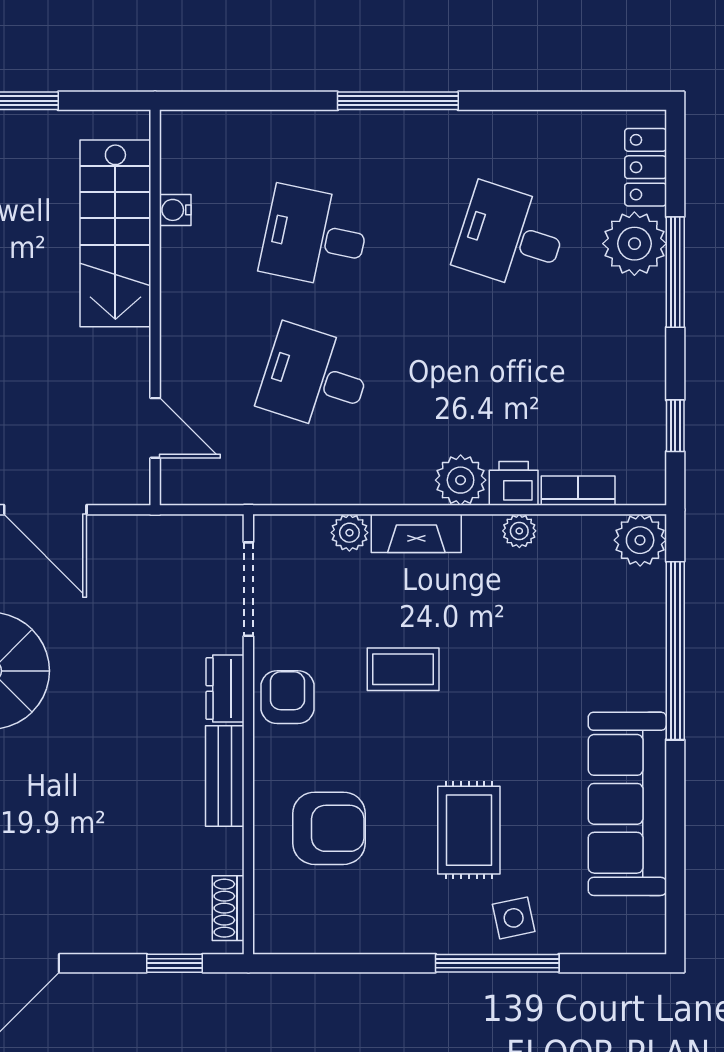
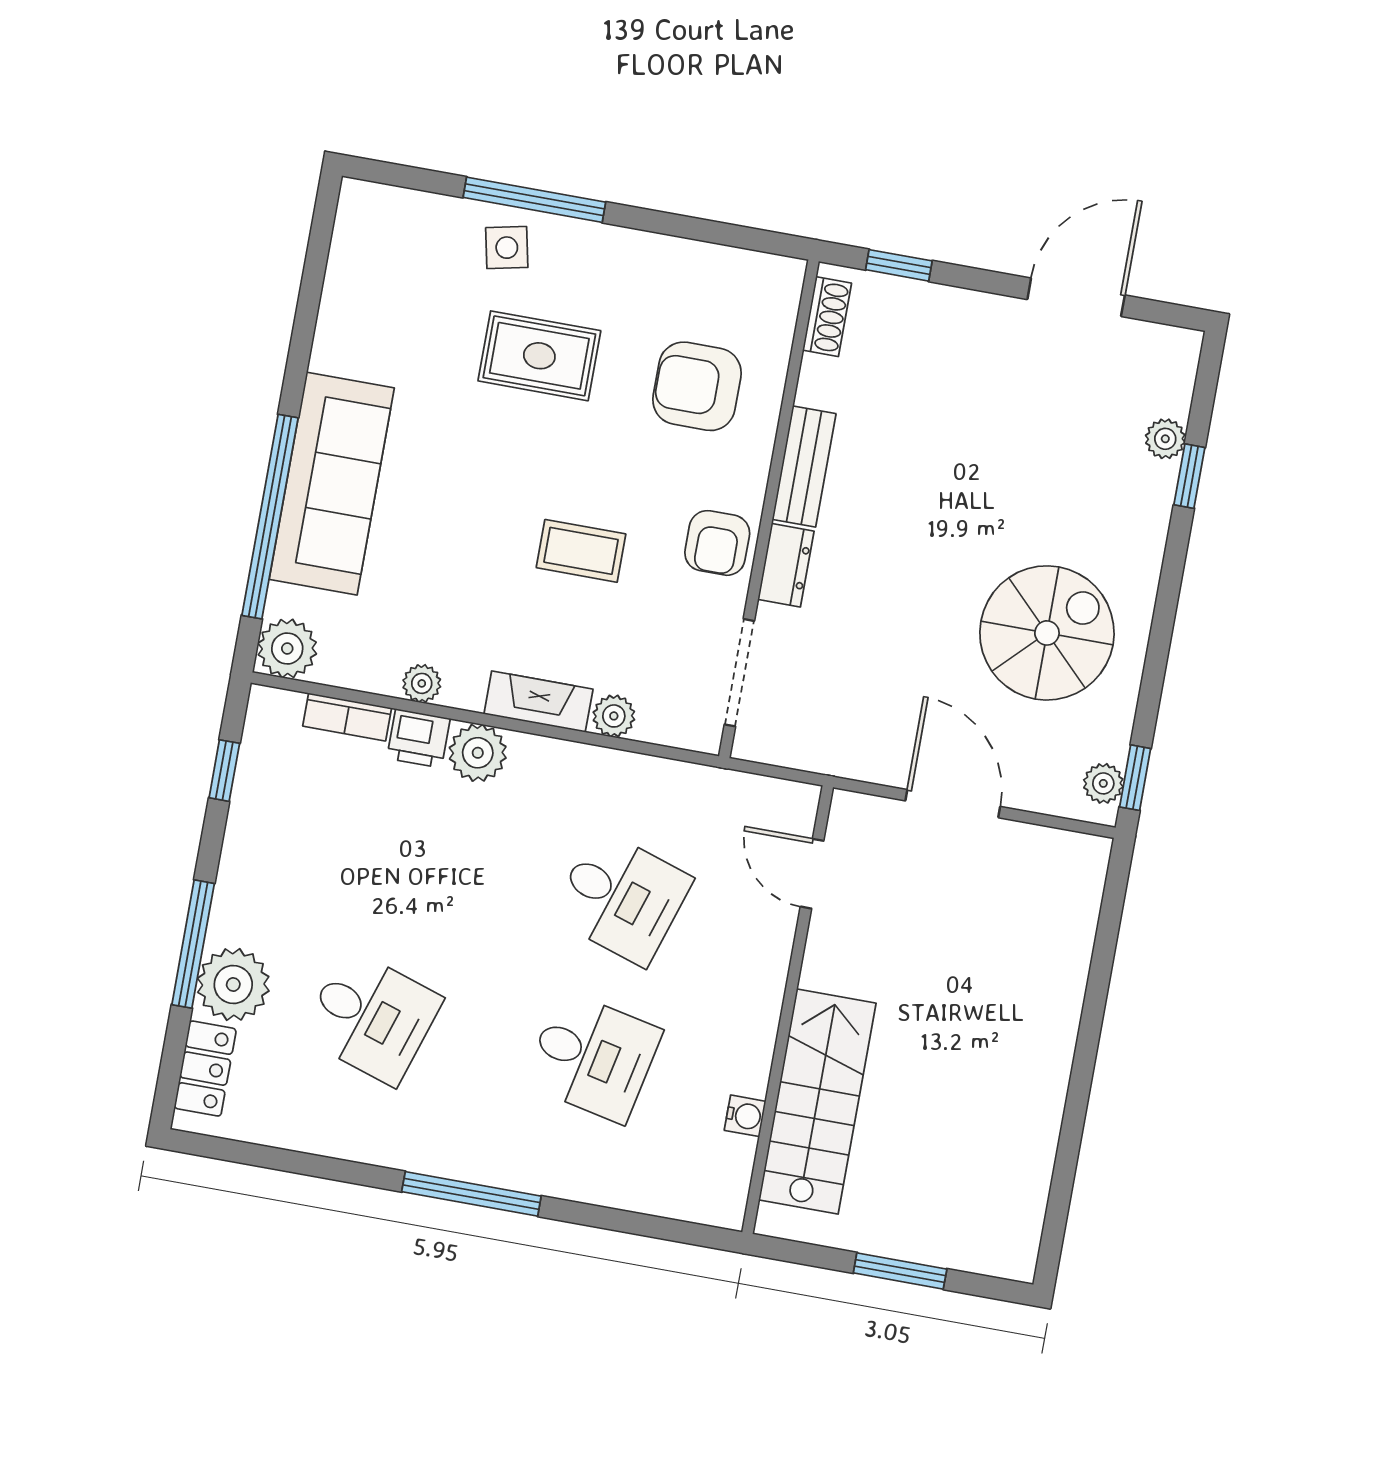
sofa: (627, 804) -> (332, 484), moved
rug: (469, 830) -> (539, 356), turned 90

